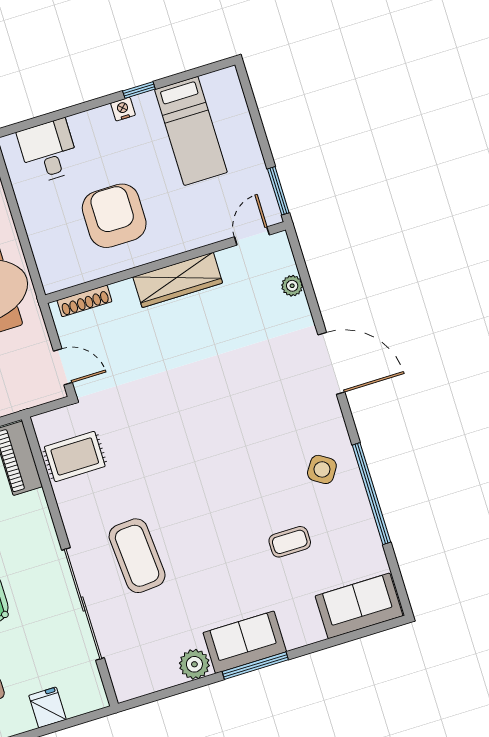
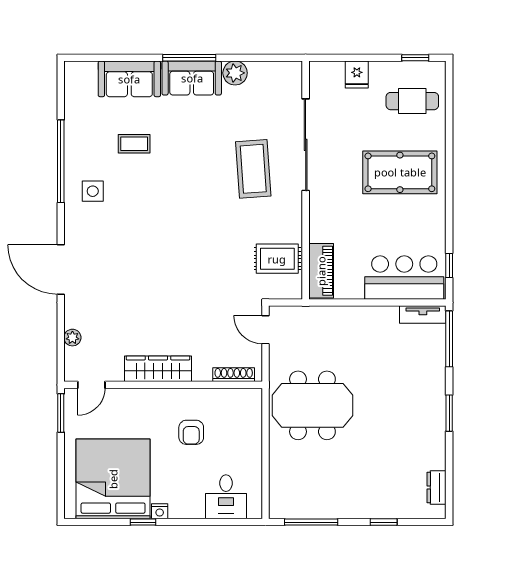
bed: (191, 131) -> (113, 479), width x2.04
armchair: (114, 216) -> (191, 432), width x0.53, depth x0.53
side table: (322, 469) -> (93, 191), turned -33
sofa: (359, 606) -> (129, 79), moved

